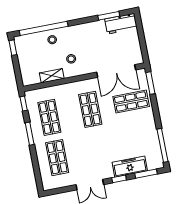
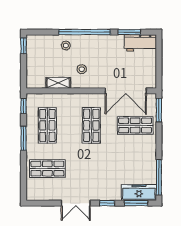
window: (44, 28) -> (84, 32), moved
shop shelf: (57, 158) -> (47, 169), turned 90
freezer: (130, 167) -> (139, 193), moved

